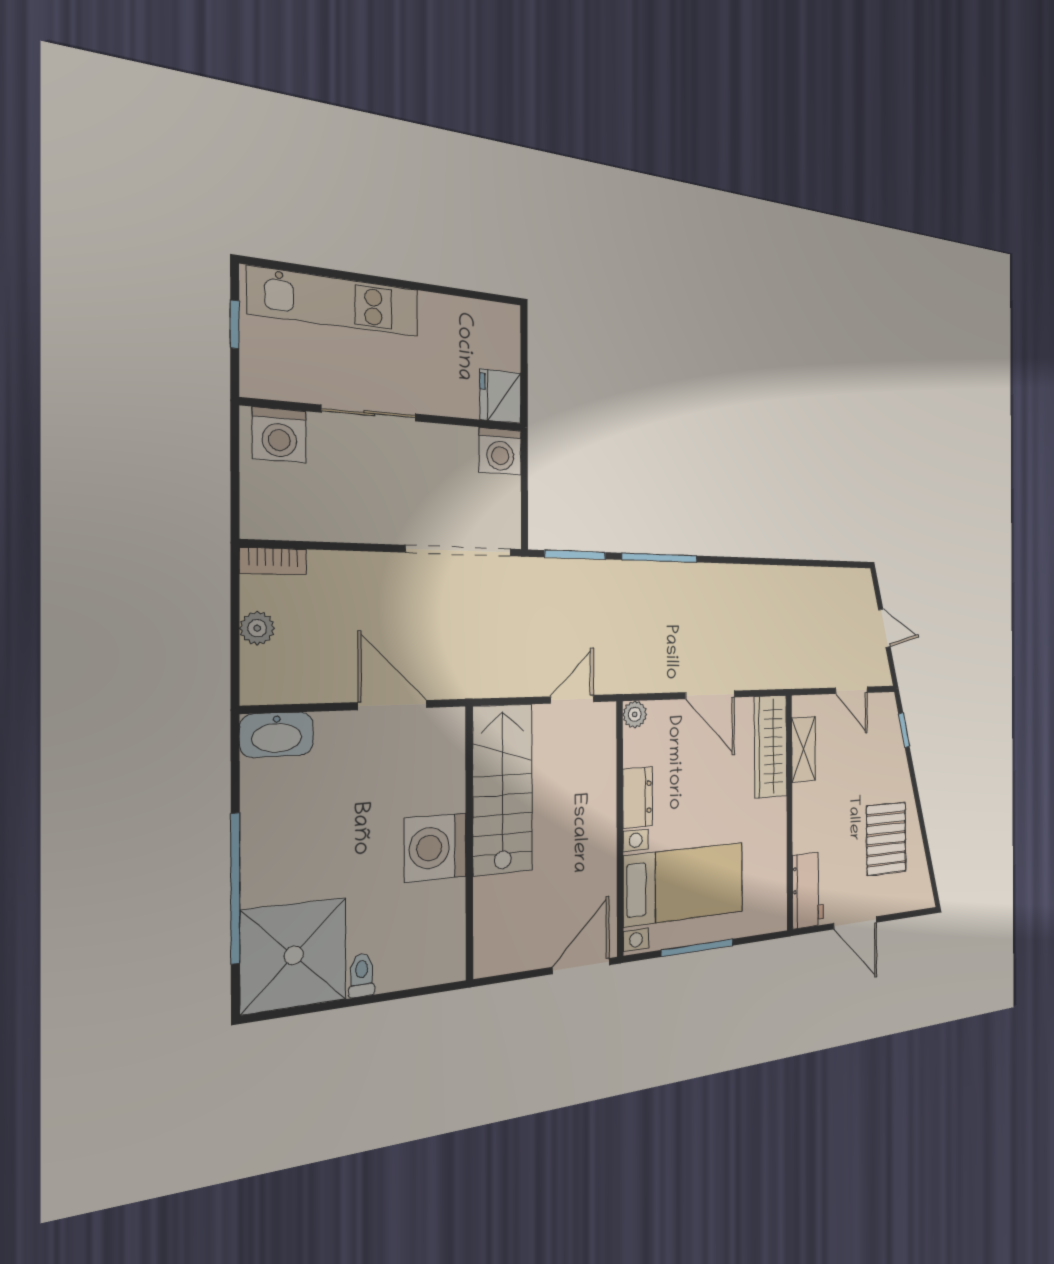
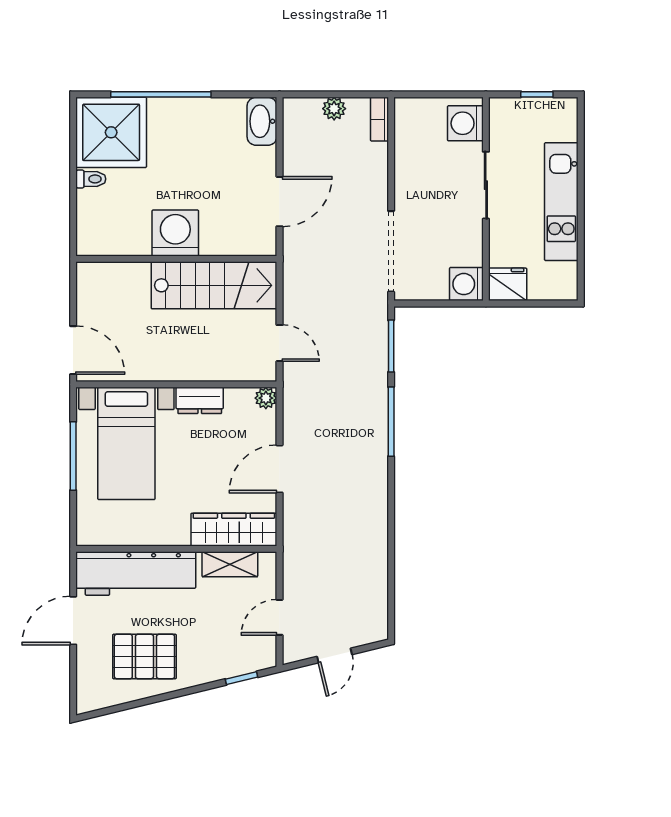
kitchen unit: (335, 302) -> (561, 202), moved
workbench: (808, 890) -> (136, 574), width x1.88, depth x1.32

